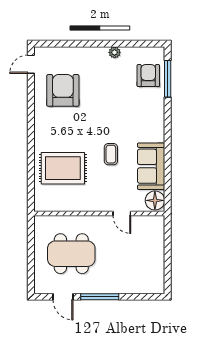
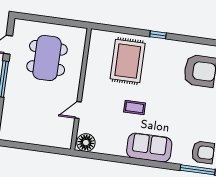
window: (31, 140) -> (158, 35), added
sofa: (151, 166) -> (149, 148), moved

